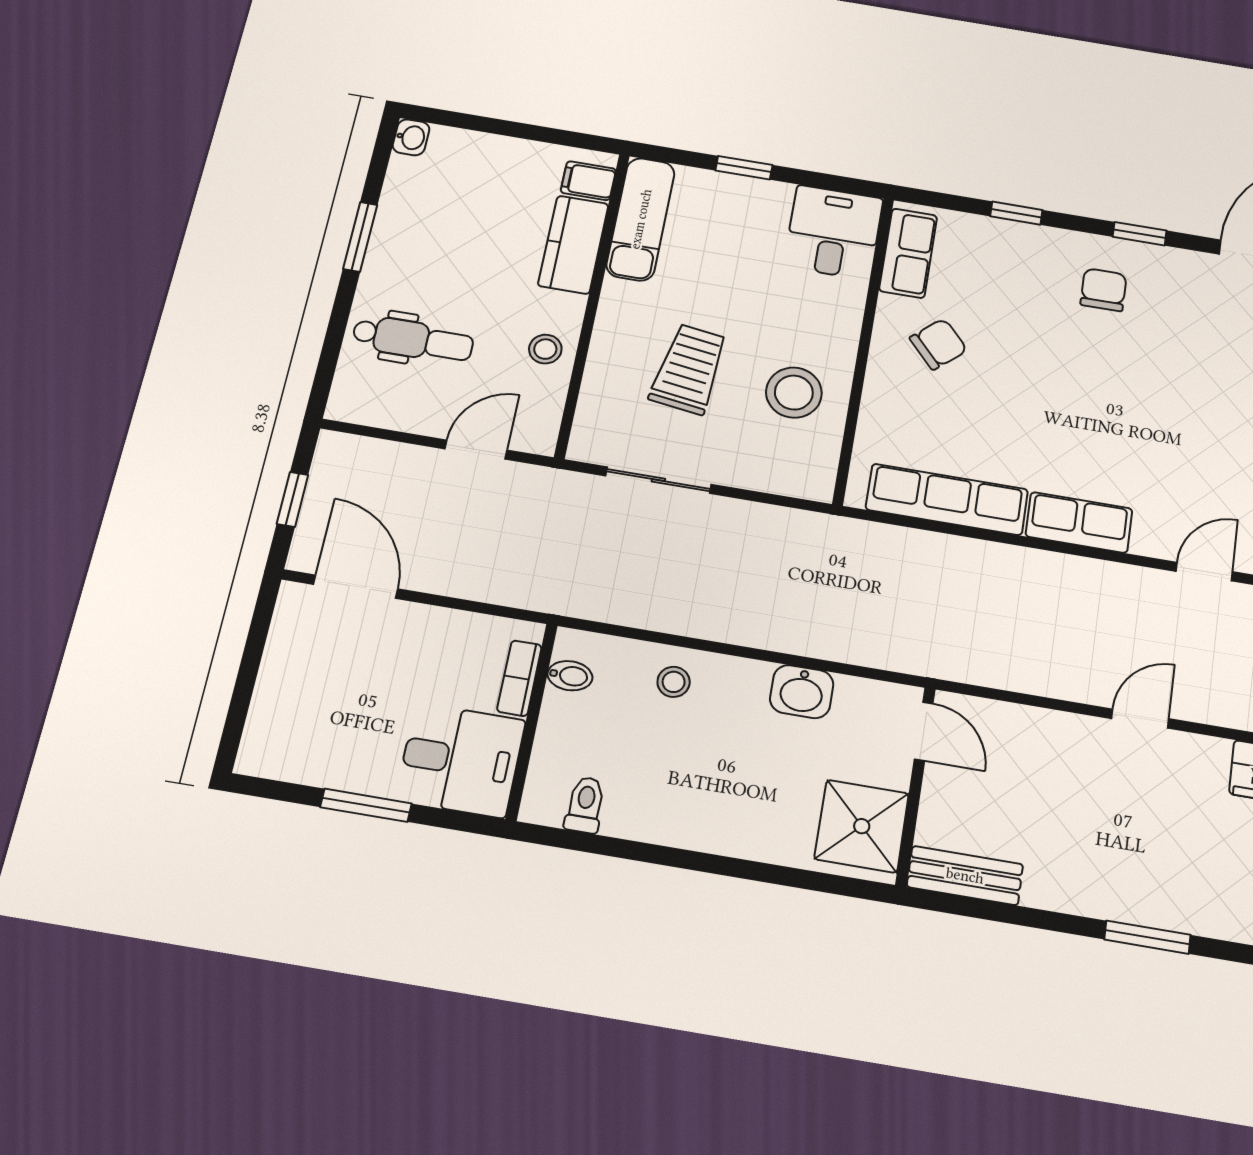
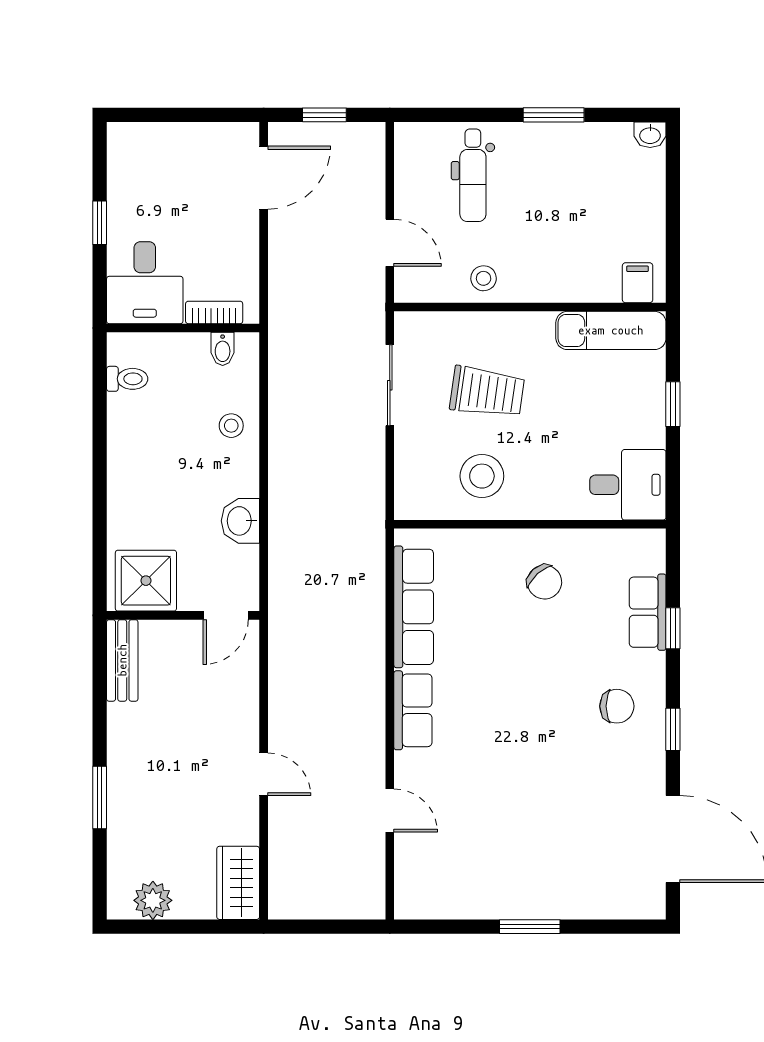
kitchen counter: (573, 245) -> (578, 282), removed
row of seats: (908, 253) -> (648, 612), moved, turned 90
window: (366, 805) -> (100, 223), width x0.67

